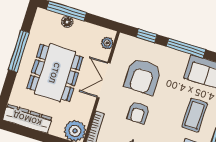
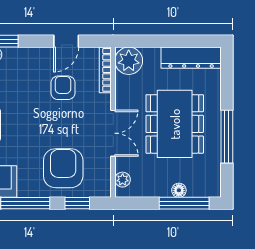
armchair: (143, 77) -> (63, 168), moved
armchair: (138, 113) -> (63, 88), moved

